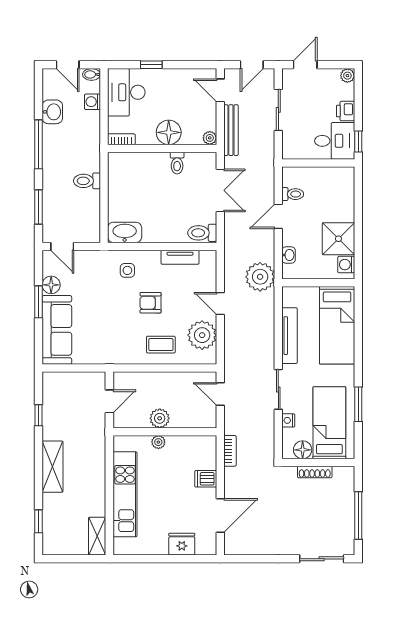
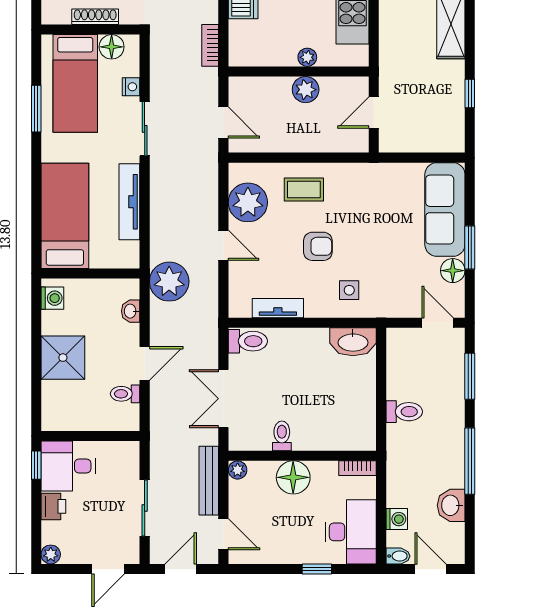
shower: (338, 239) -> (63, 358), moved

